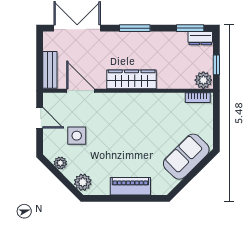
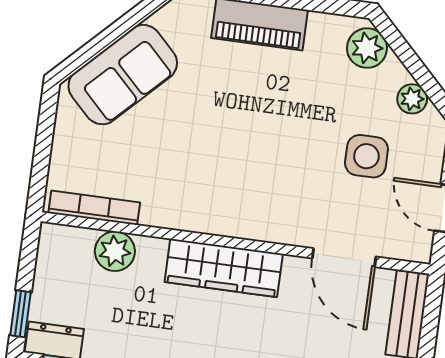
window: (216, 65) -> (21, 314), moved
plant: (203, 80) -> (115, 251), moved
bookcase: (198, 98) -> (94, 208), width x1.56

